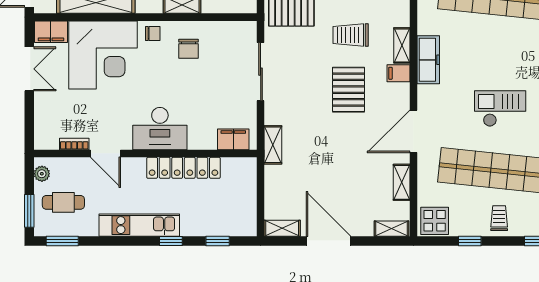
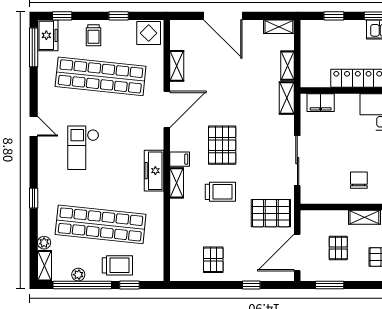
checkout: (500, 109) -> (83, 148), moved, turned 90
shelving: (391, 229) -> (288, 66), moved, turned 90
door: (329, 241) -> (223, 16), moved

